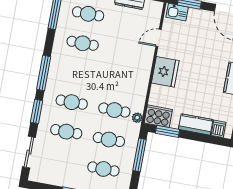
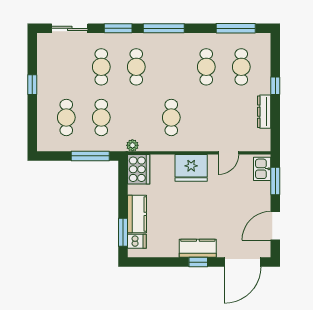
door: (159, 38) -> (229, 153), swing flipped
cafe table: (114, 110) -> (171, 117), moved
window: (168, 131) -> (123, 232), moved

